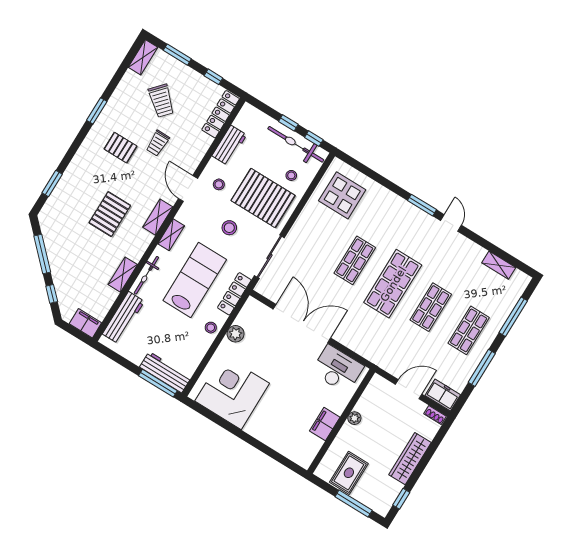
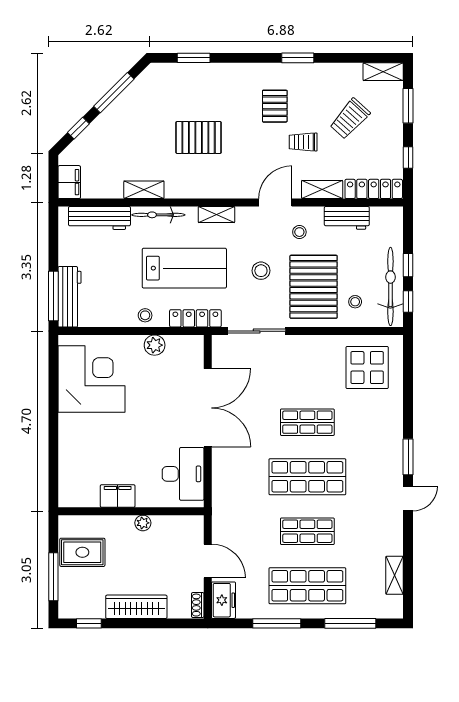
shelving: (158, 217) -> (322, 190), moved
shop shelf: (469, 330) -> (307, 586), width x1.43, depth x1.36

